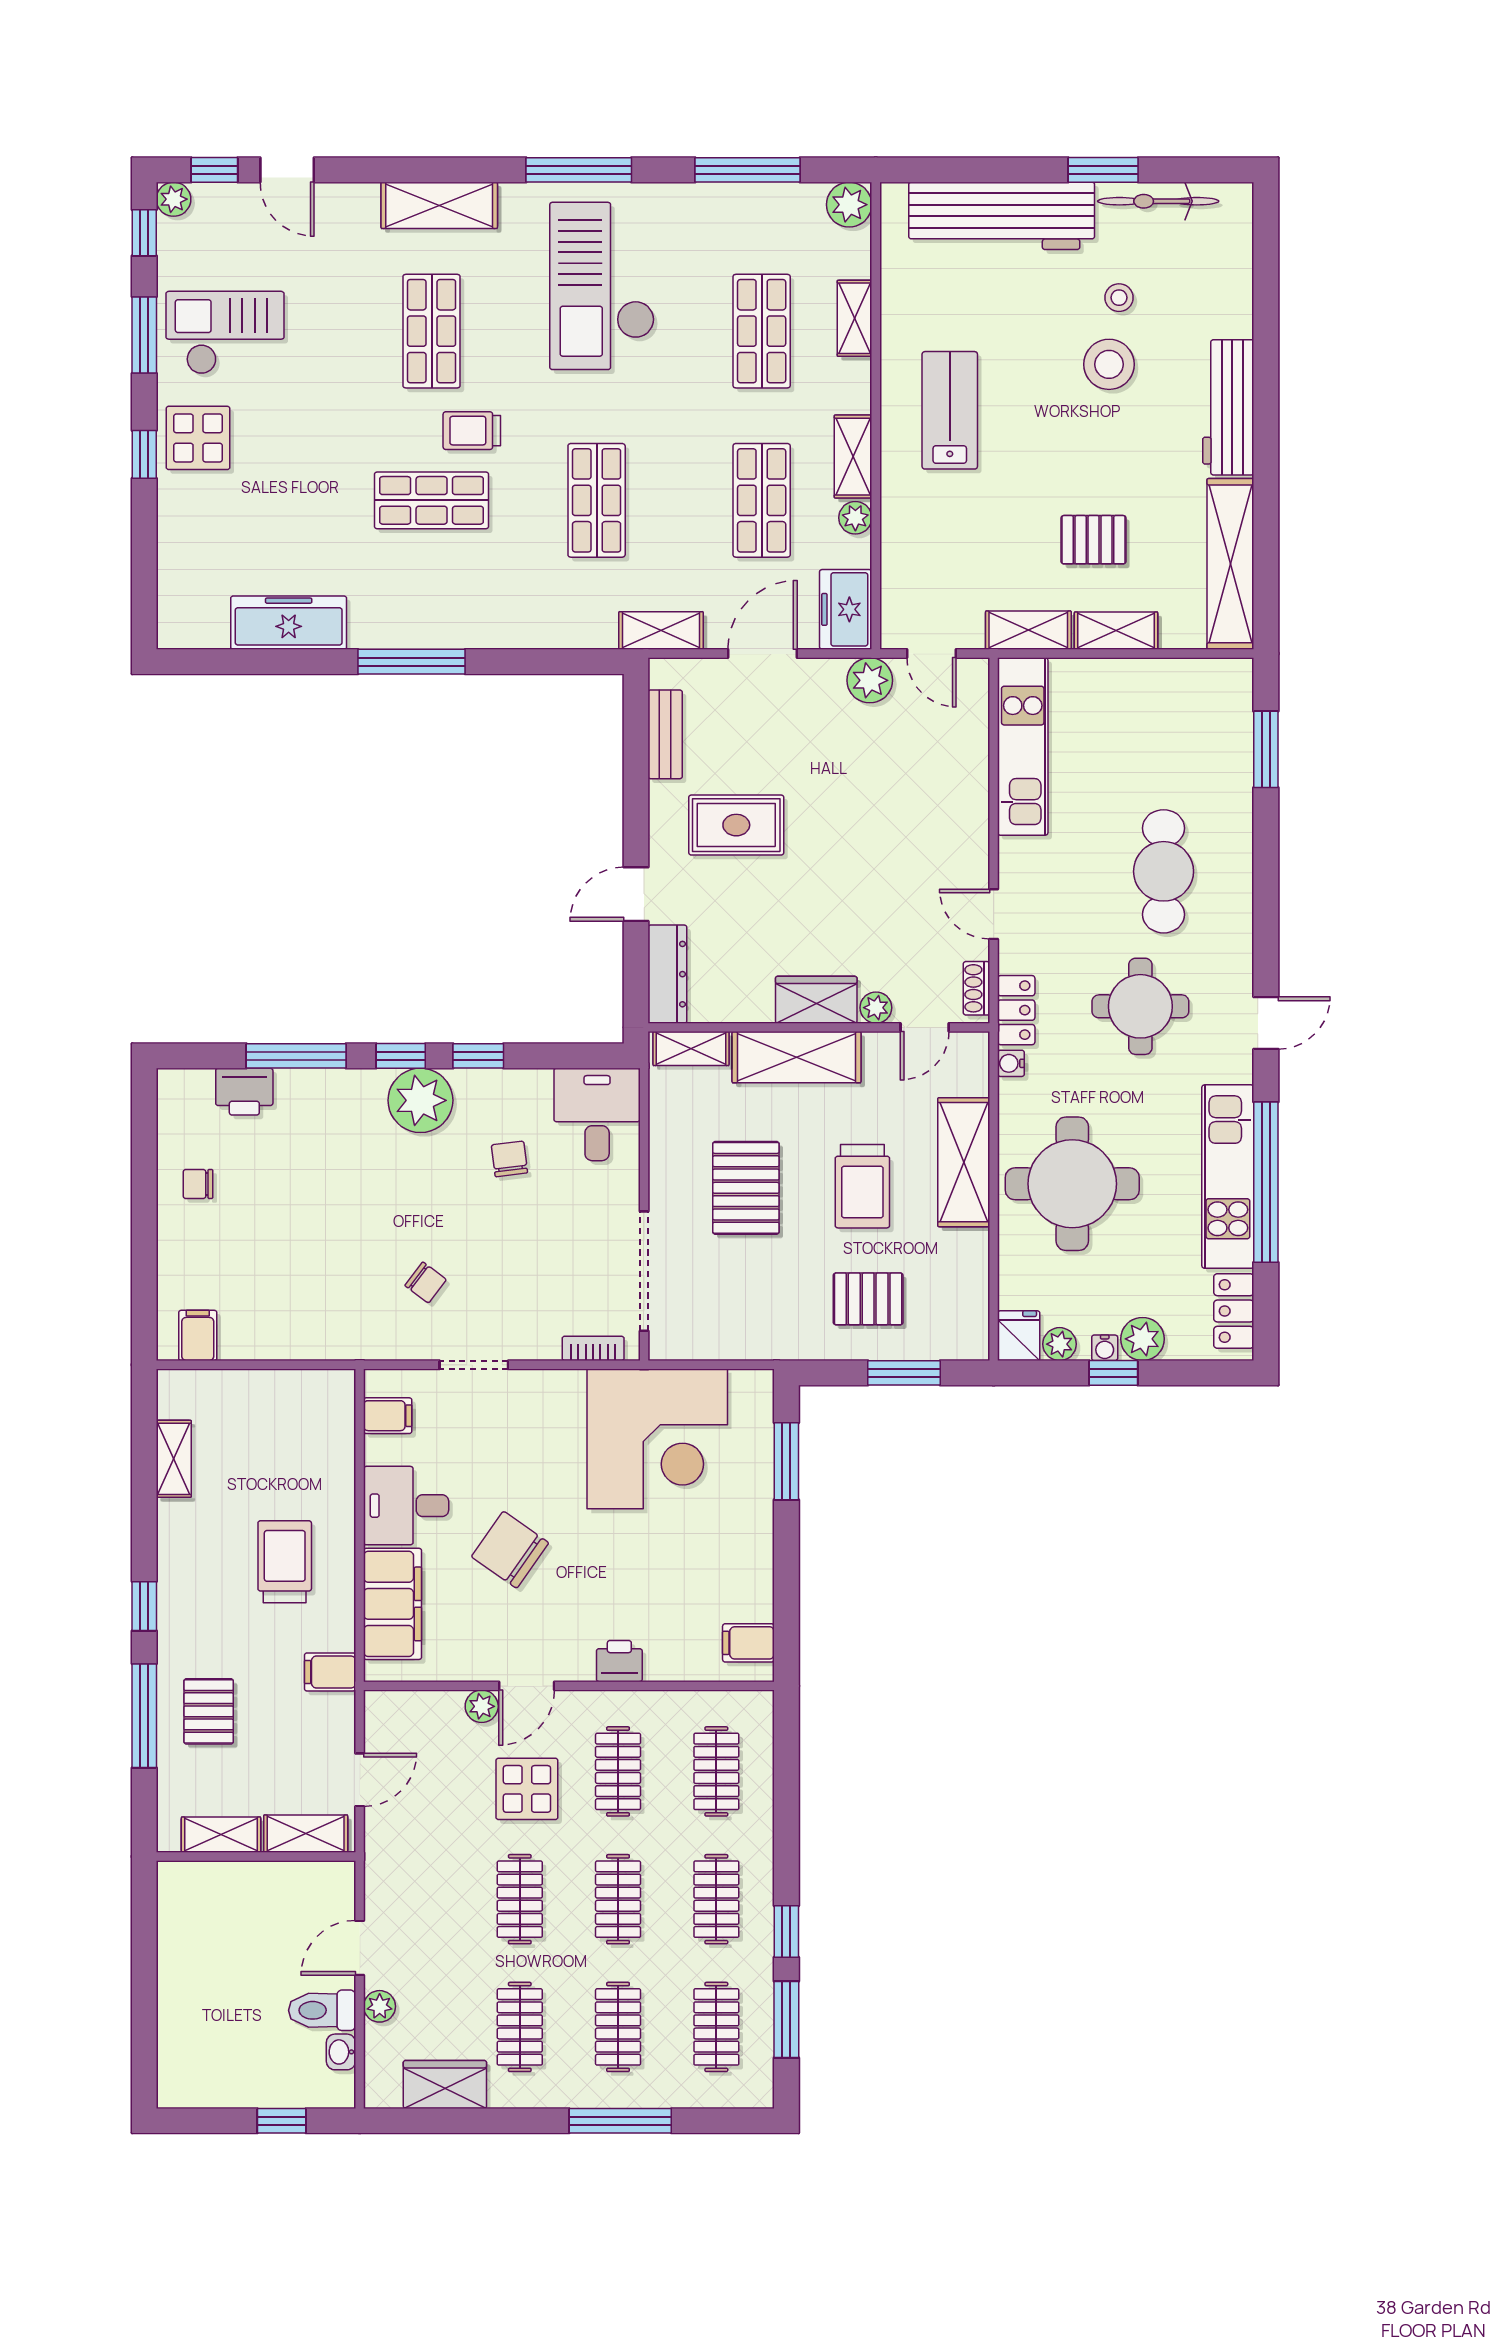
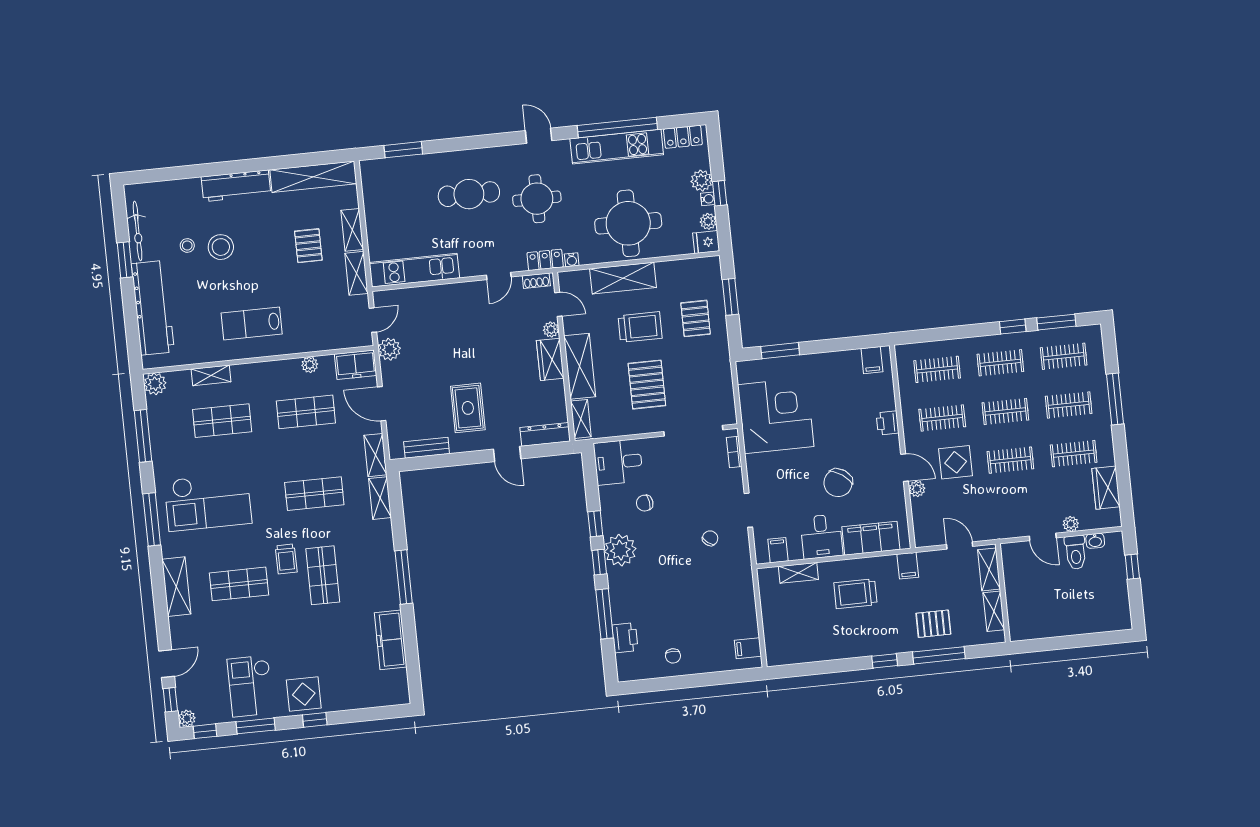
shelving: (853, 457) -> (380, 498), moved, turned 90
pallet: (746, 1188) -> (647, 385), turned 90
shelving: (174, 1459) -> (798, 573), moved

